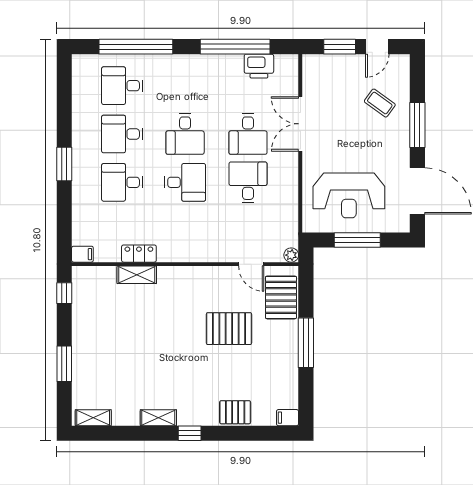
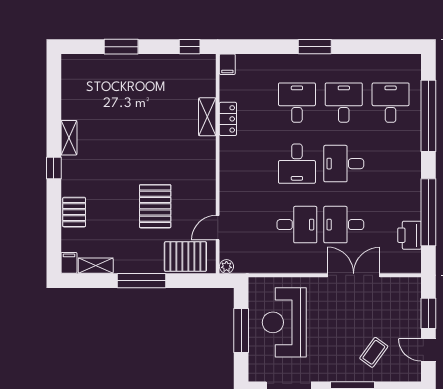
shelving: (93, 418) -> (96, 266), moved, turned 90

